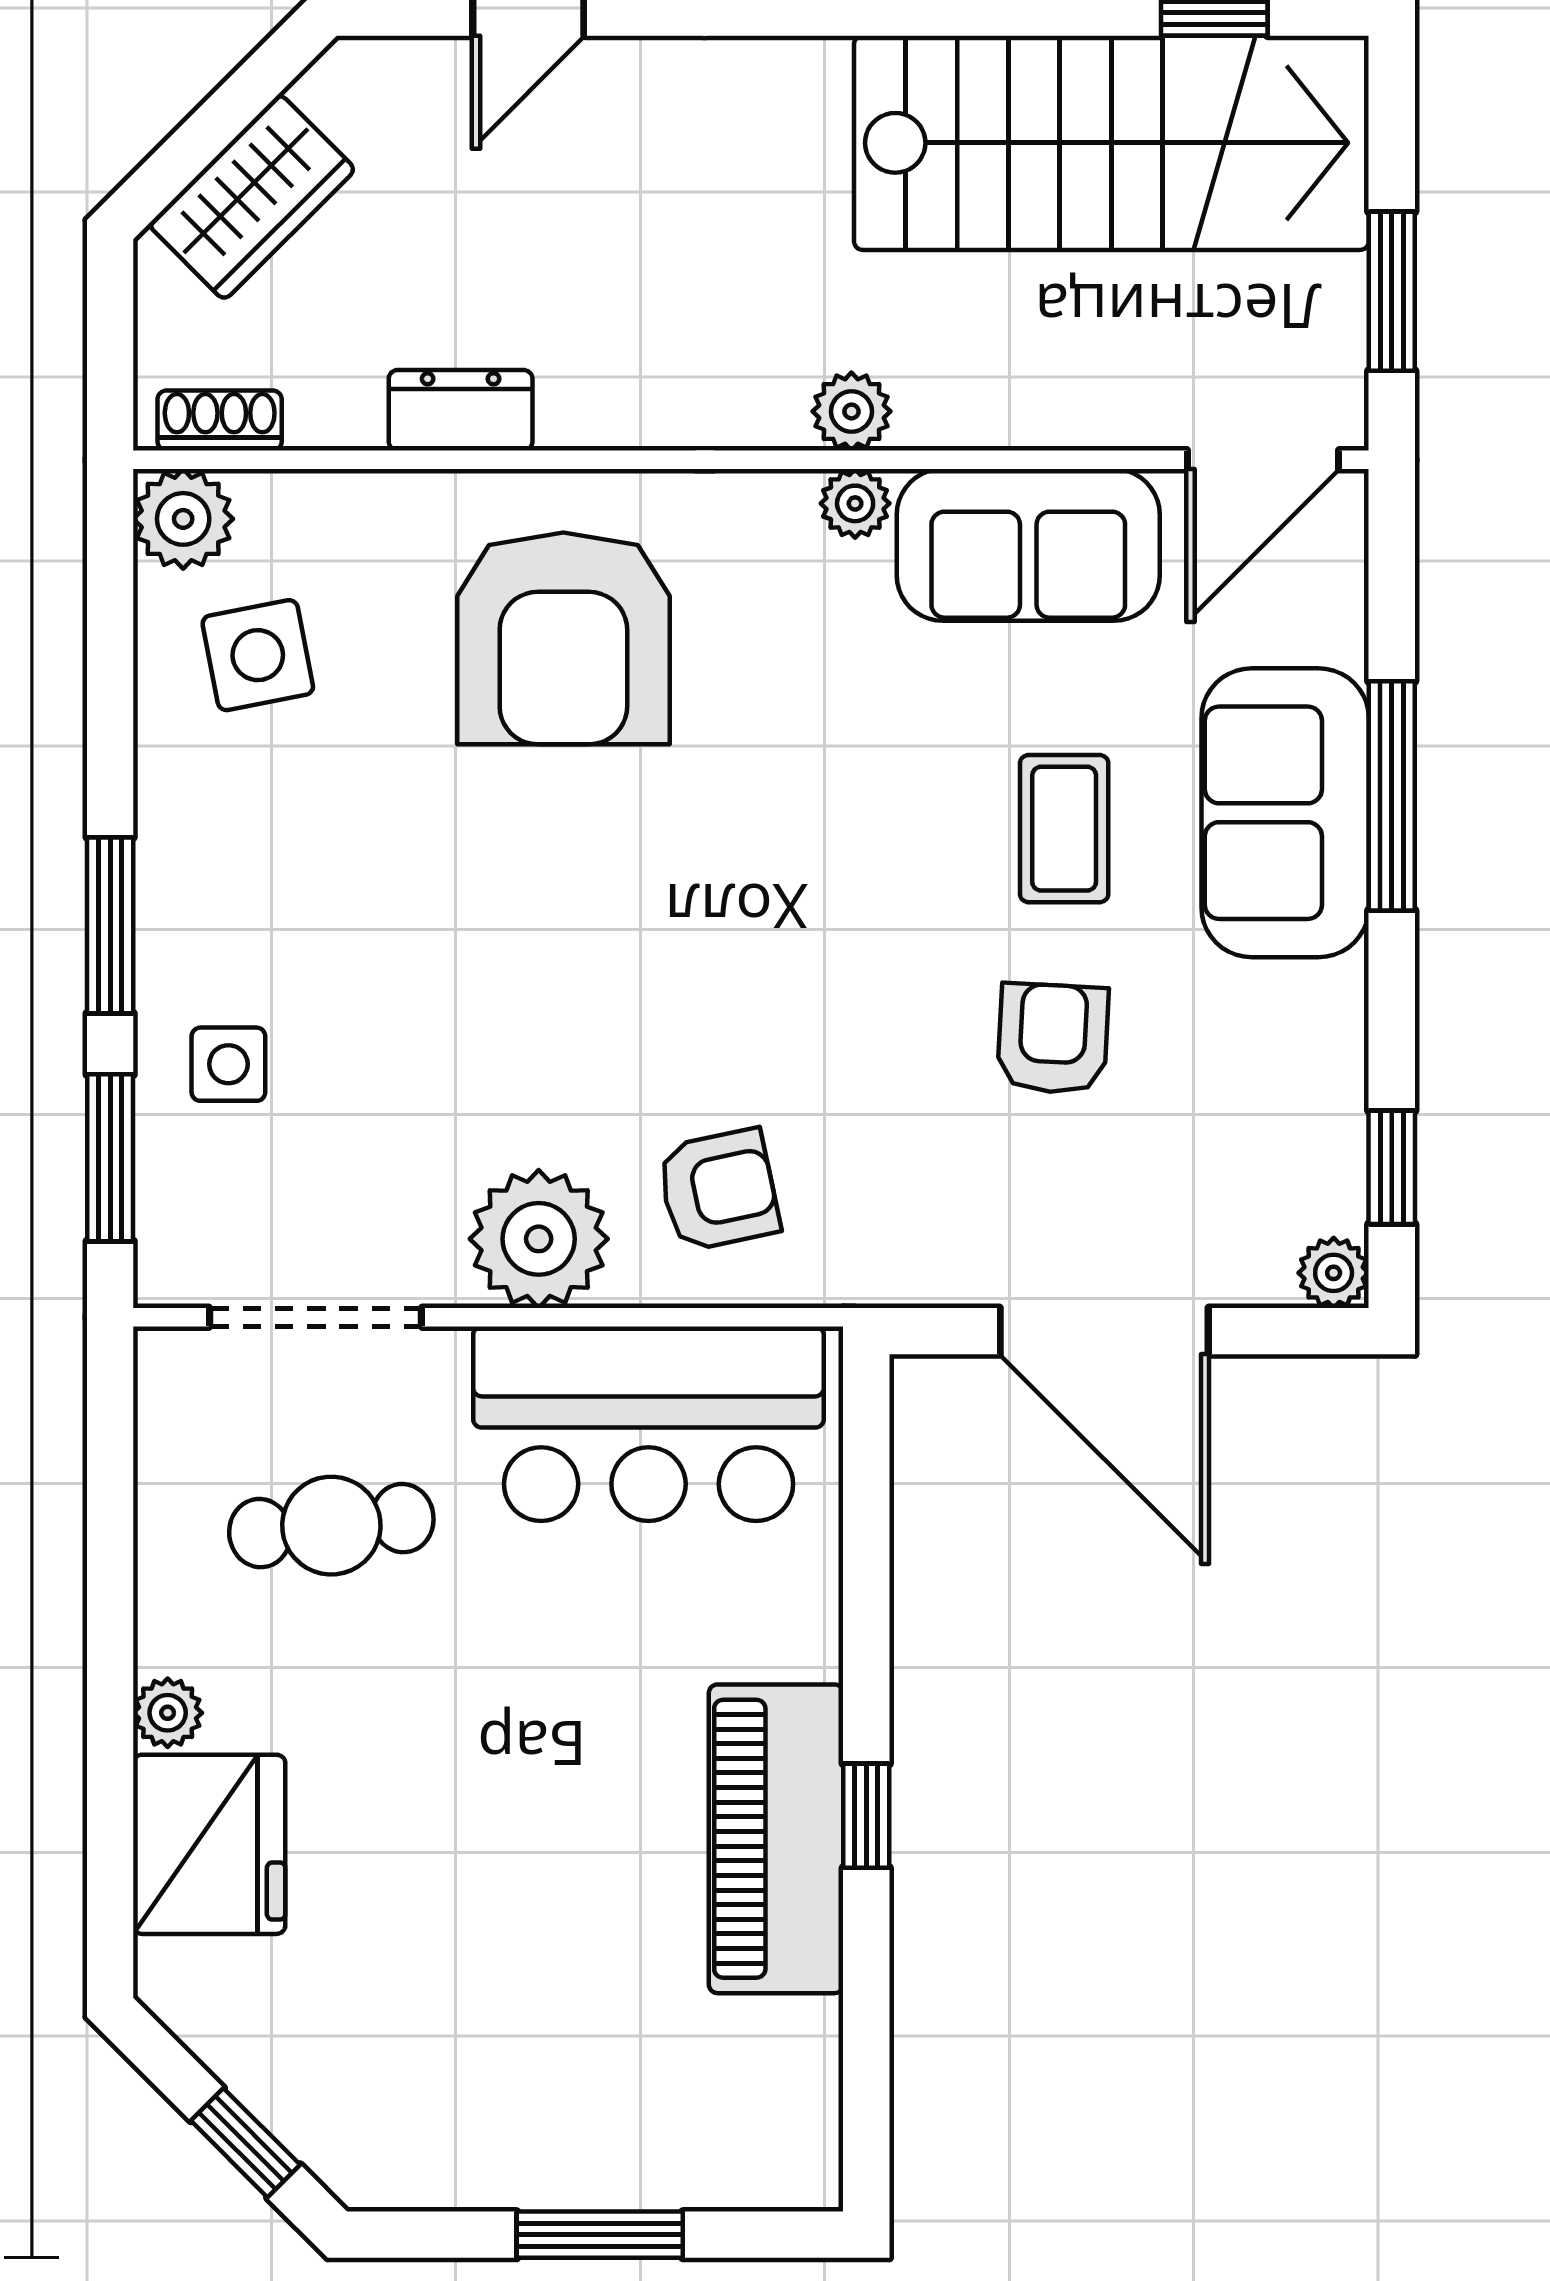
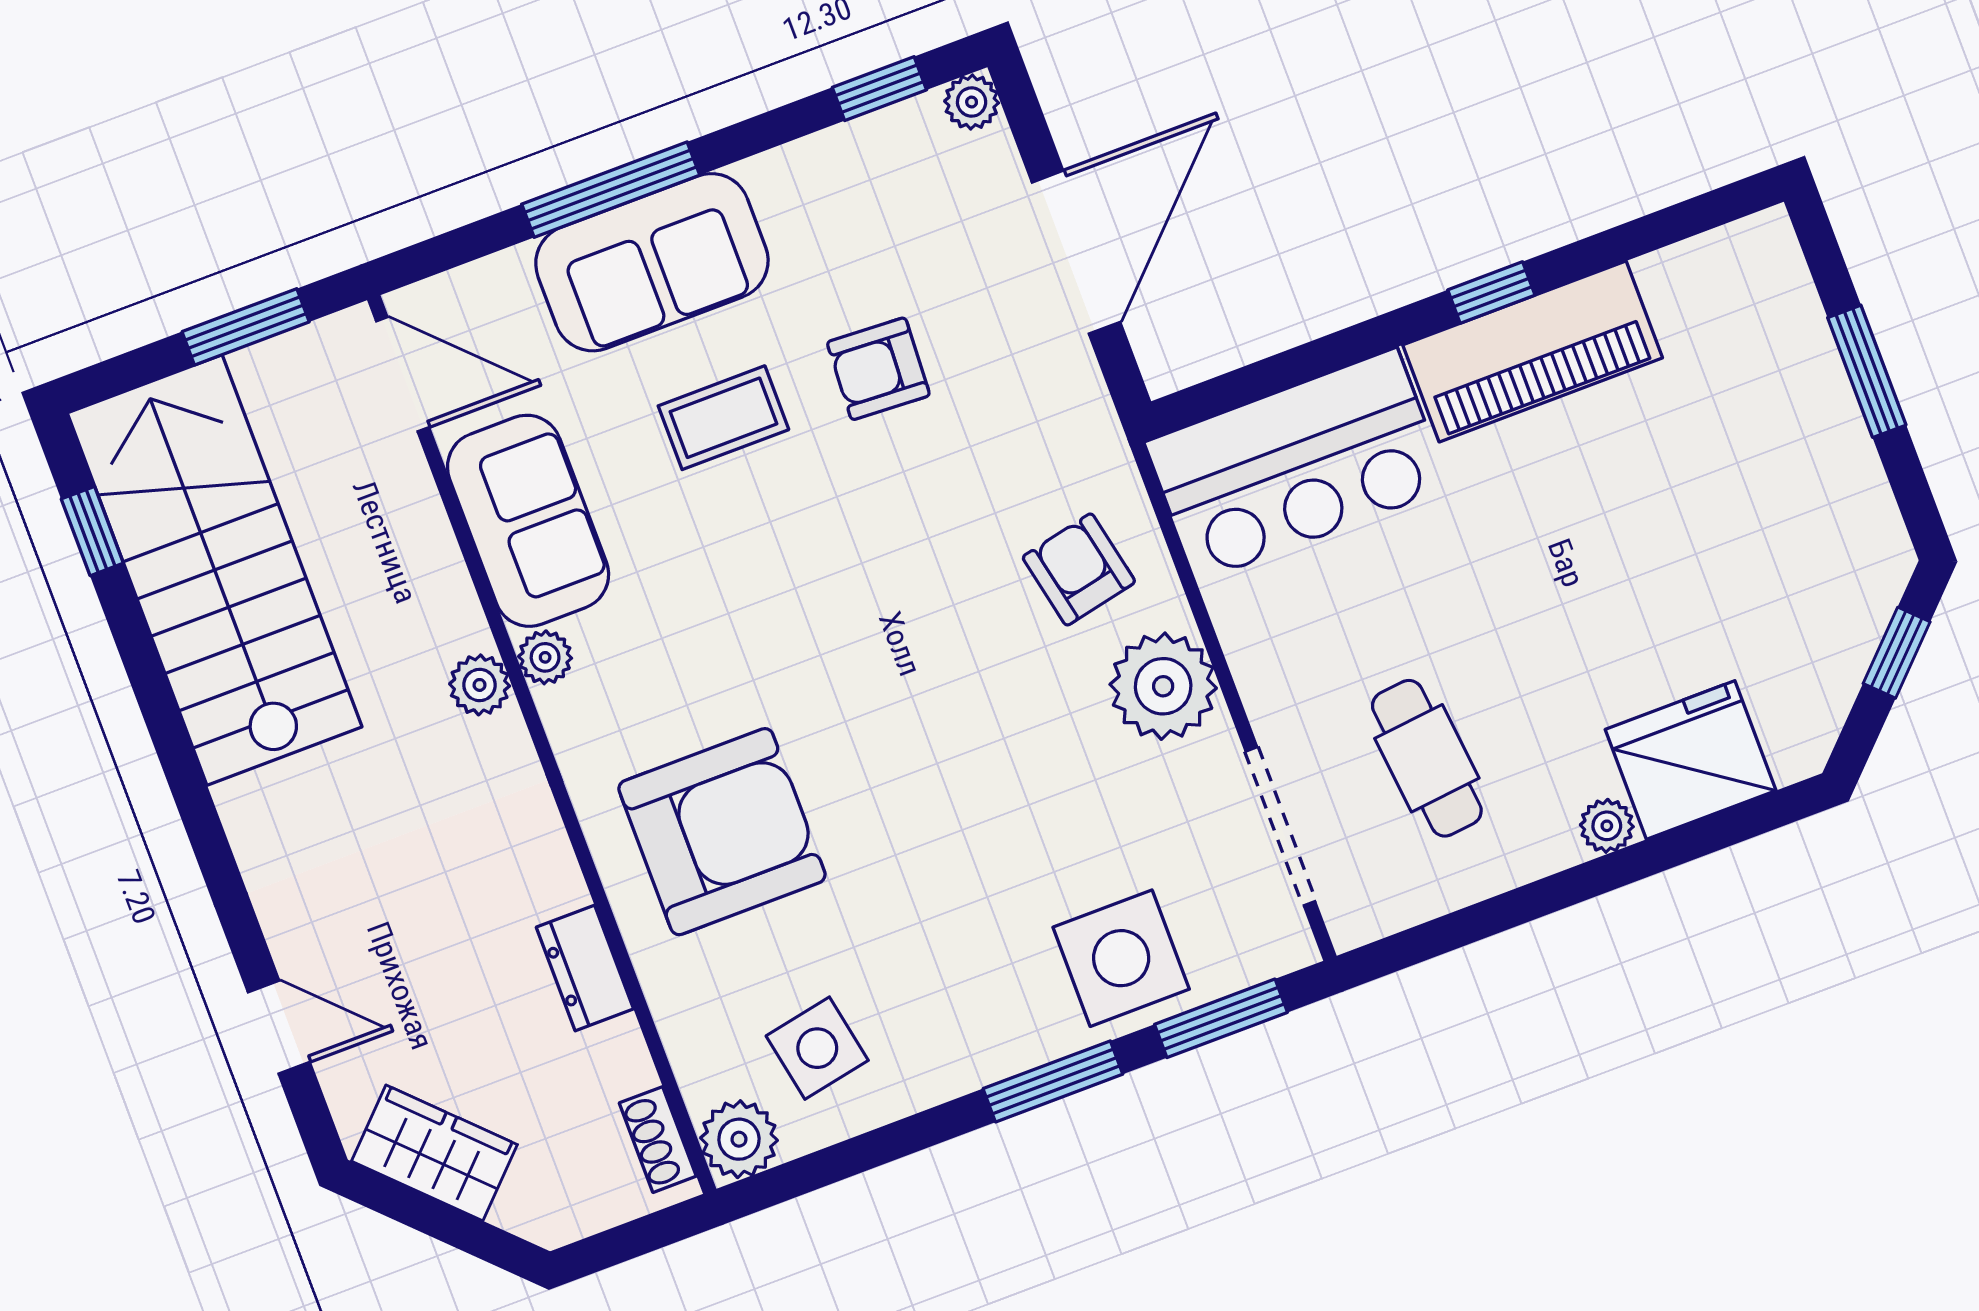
wardrobe: (252, 197) -> (434, 1153), moved
side table: (228, 1064) -> (1121, 958), width x1.87, depth x1.87
bar counter: (649, 1424) -> (1297, 465), moved, turned 90

